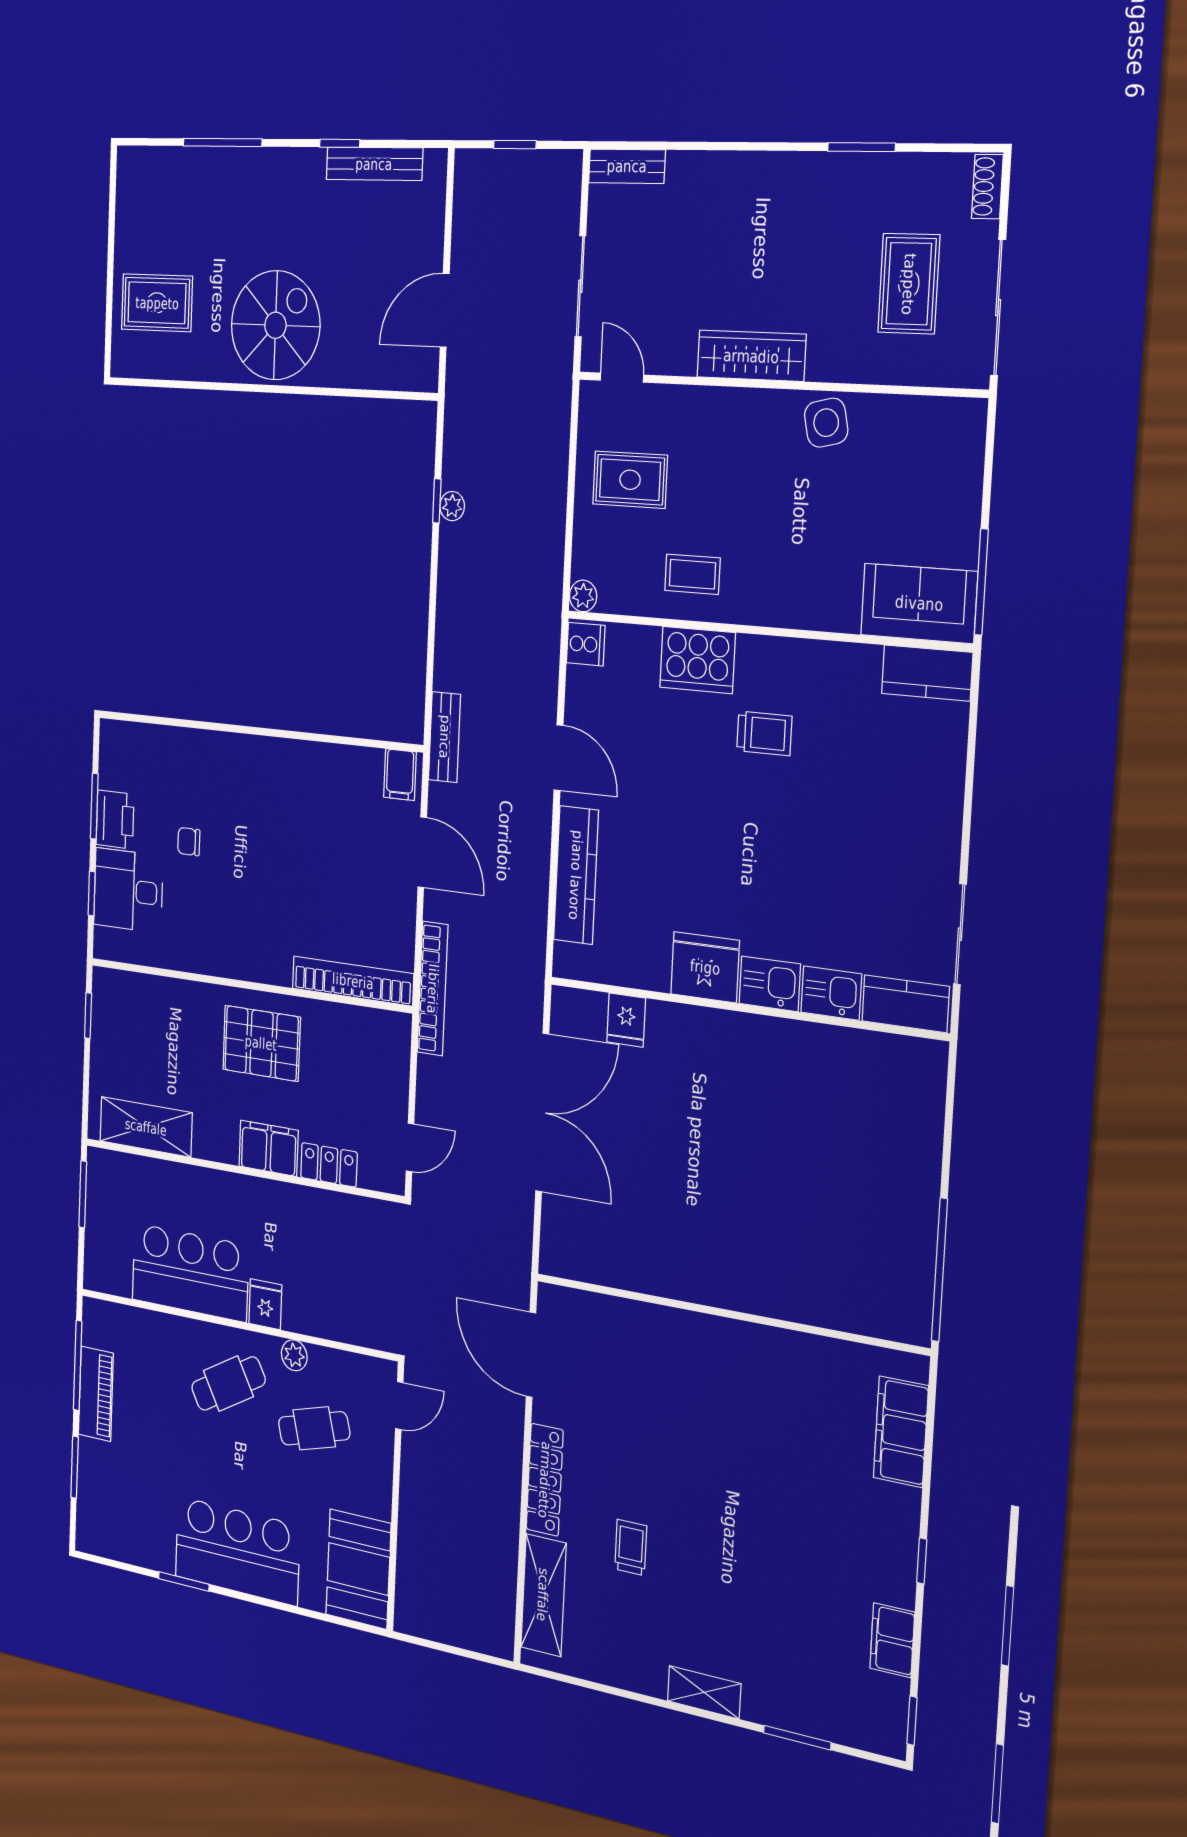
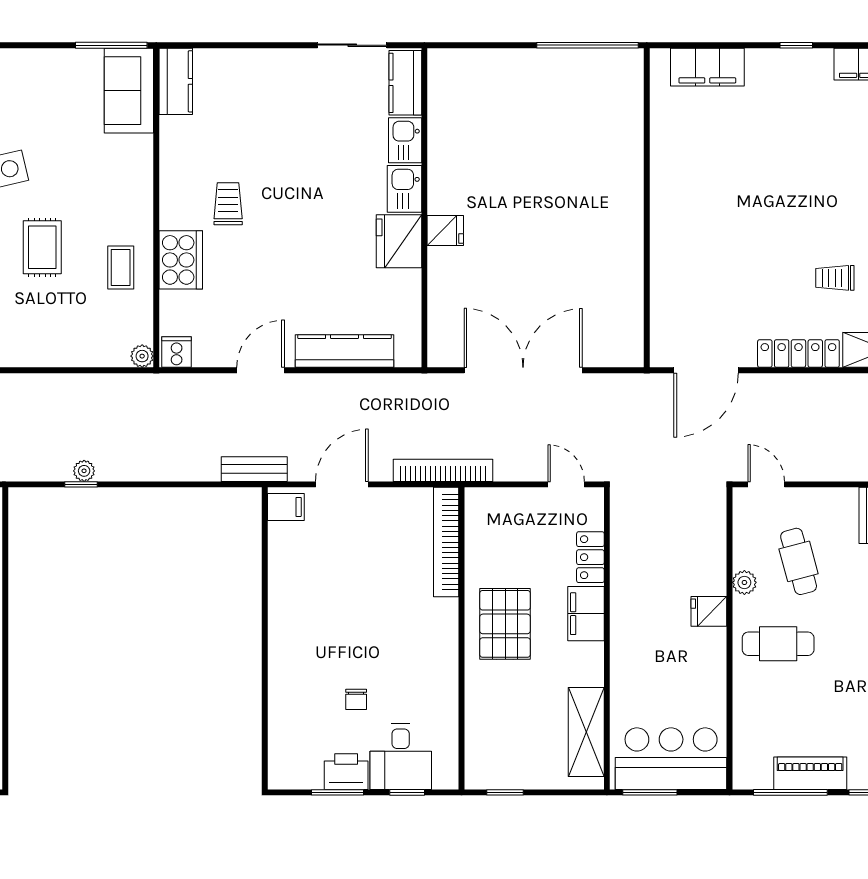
rug: (630, 480) -> (42, 247), moved
fridge: (626, 1020) -> (445, 231), moved
bar counter: (190, 1272) -> (671, 759), moved, turned 90
cafe table: (228, 1384) -> (778, 644), turned -61

